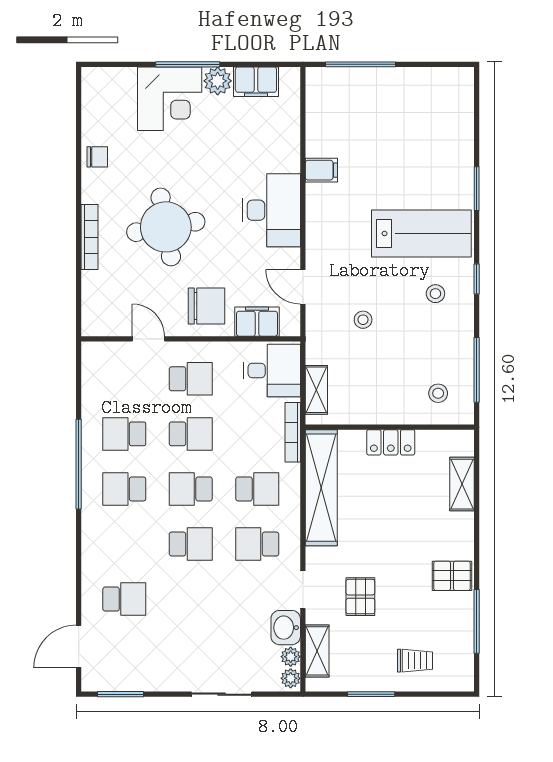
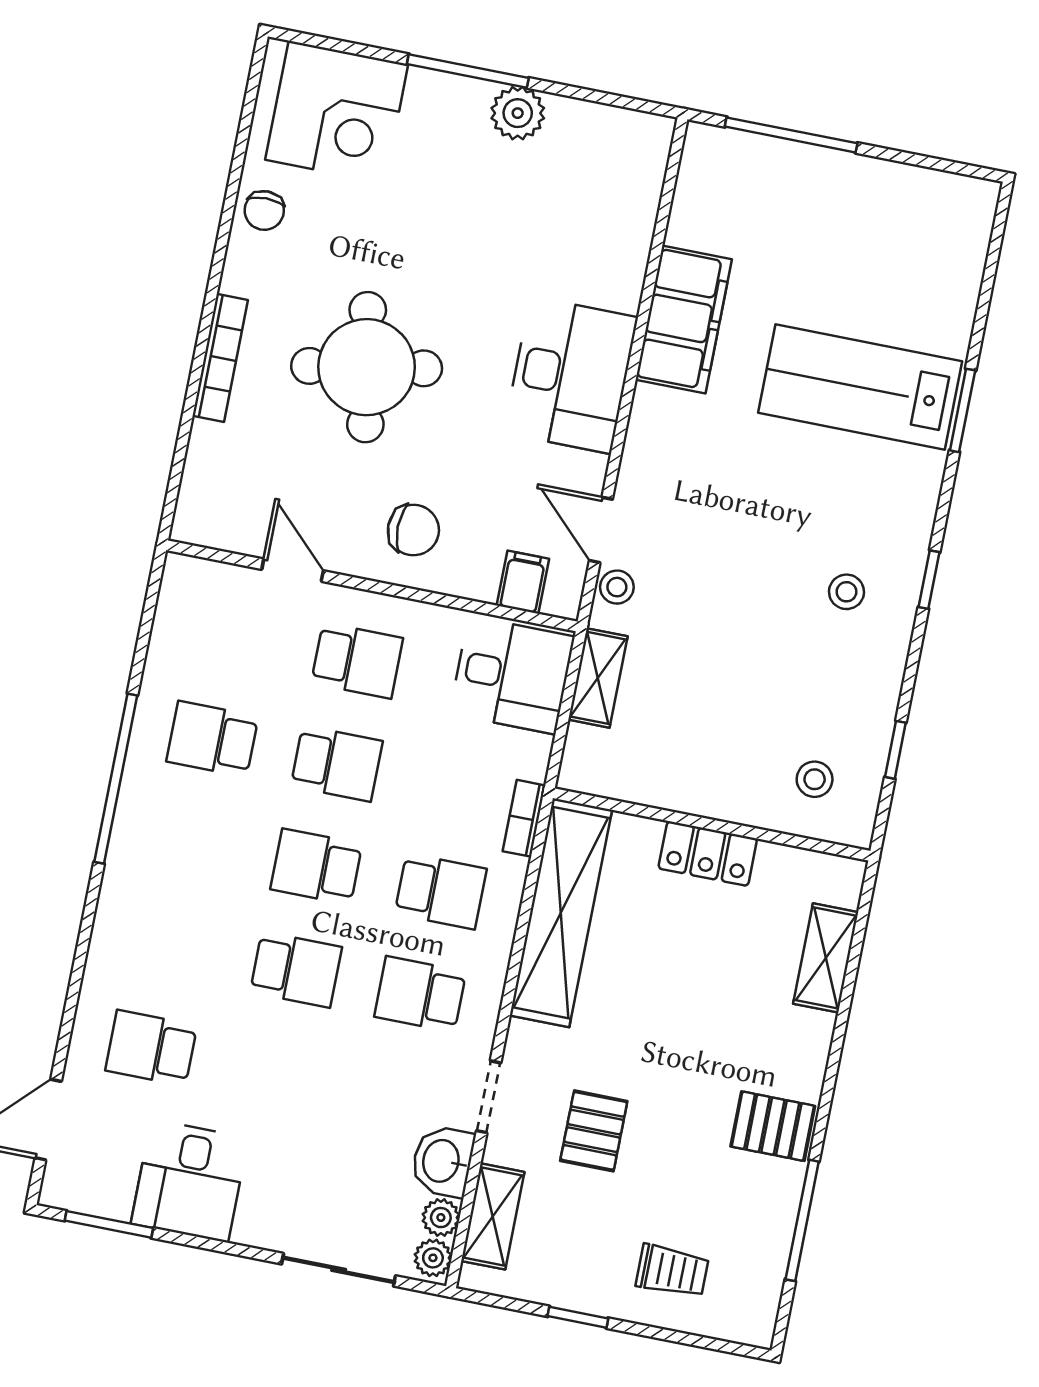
filing cabinet: (256, 82) -> (589, 129), removed
corner desk: (170, 99) -> (337, 112), moved
chair: (97, 157) -> (264, 210), turned 90
filing cabinet: (321, 170) -> (684, 319), width x3.00, depth x1.17
lab bench: (421, 233) -> (860, 387), moved, turned 180
chair: (206, 306) -> (413, 530), width x0.73, depth x0.73
stool: (363, 320) -> (617, 587), moved
filing cabinet: (257, 322) -> (523, 582), width x0.50
window: (477, 370) -> (895, 750), width x0.46
shelving: (316, 390) -> (598, 678), moved
bookcase: (293, 432) -> (524, 818), width x0.64
school desk: (124, 489) -> (192, 842), removed
school desk: (124, 599) -> (151, 1048), turned 180
desk: (158, 663) -> (190, 1181), added
sliding door: (222, 694) -> (339, 1270), moved
window: (371, 694) -> (578, 1317), width x0.67

